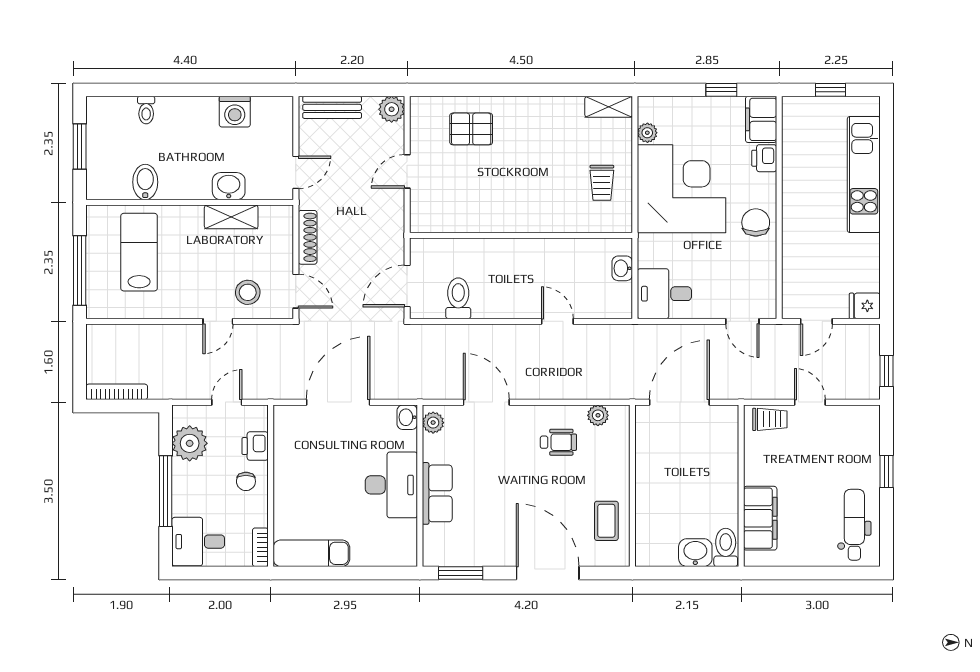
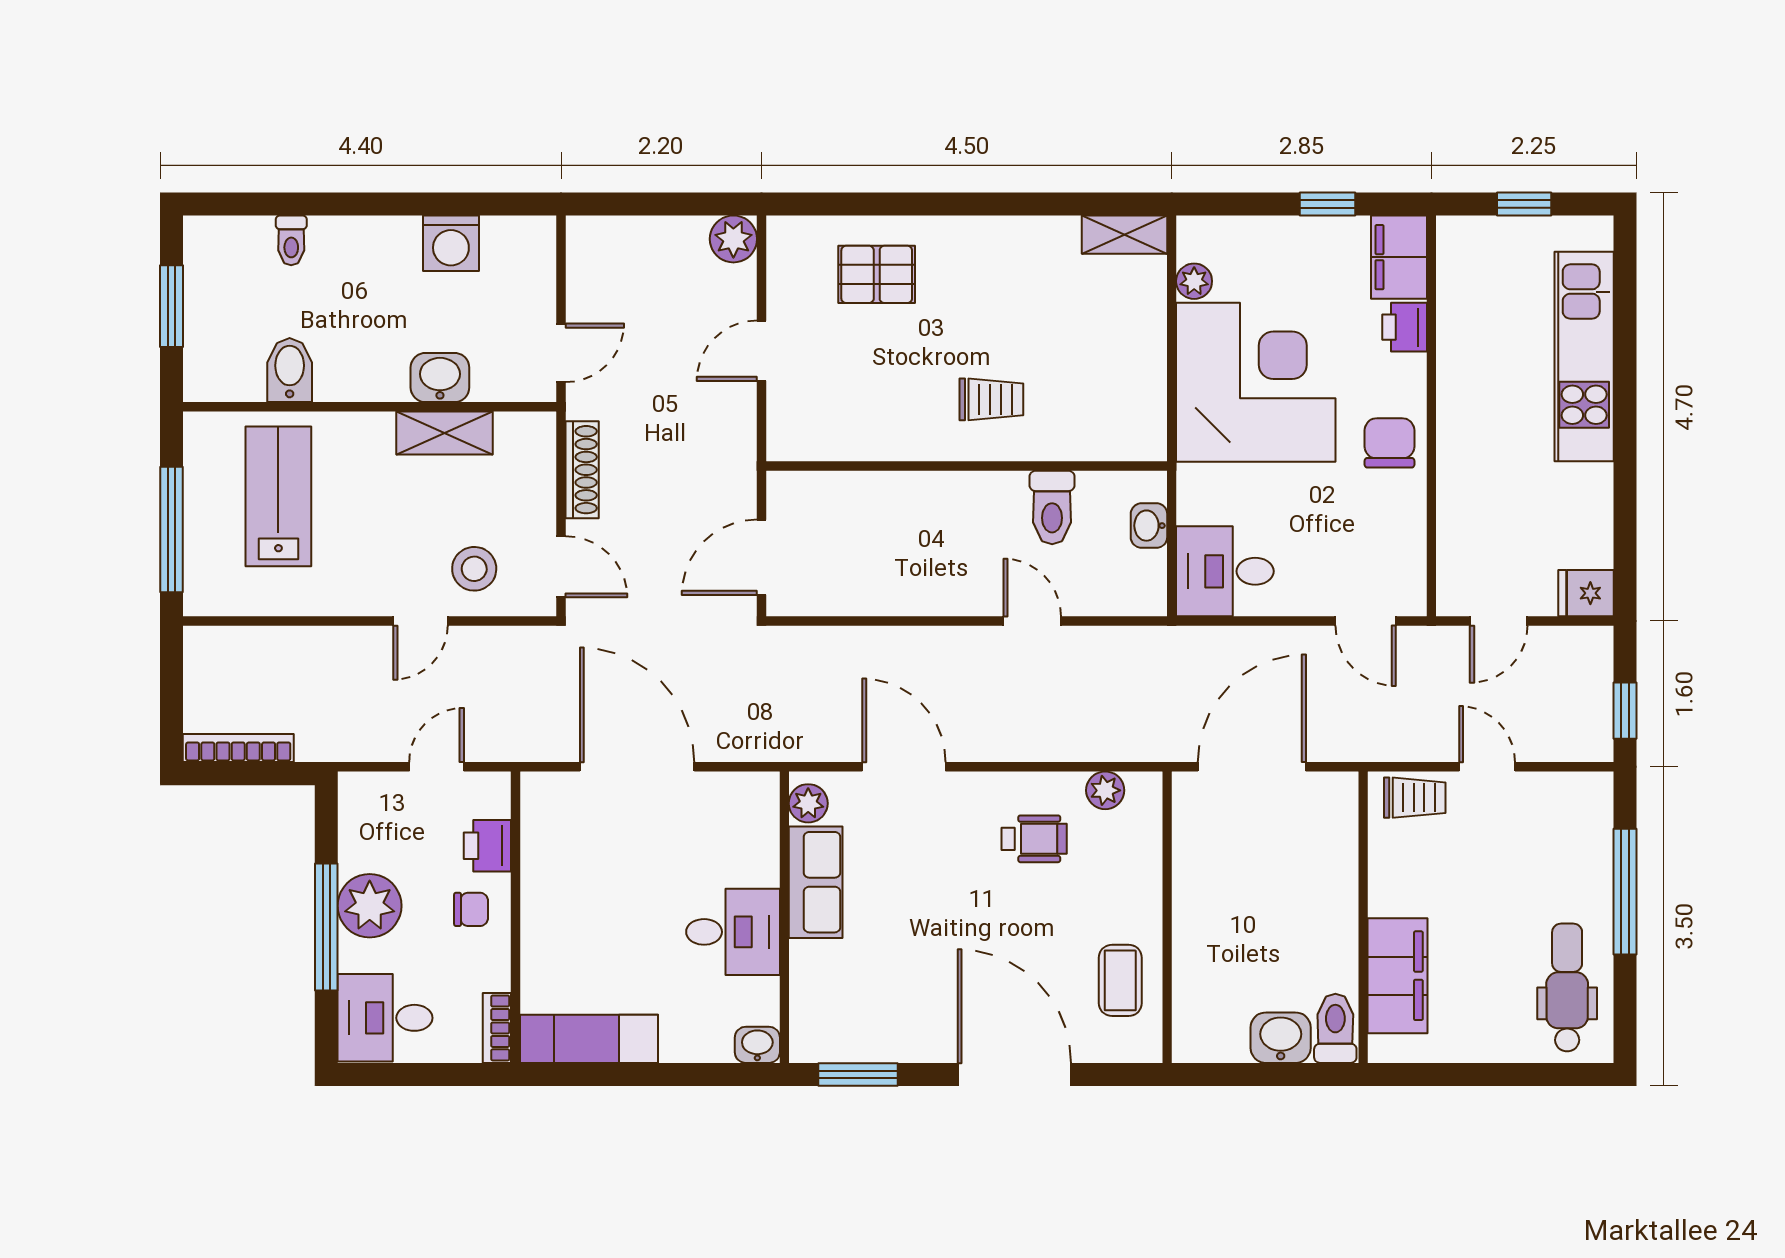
bench: (332, 107) -> (626, 236), removed
trolley: (602, 183) -> (991, 399), moved, turned -90
toilet: (458, 298) -> (1052, 507), moved, turned 180
door: (338, 402) -> (637, 767), hinge flipped
washbasin: (407, 417) -> (757, 1045), moved, turned 90
plant: (190, 443) -> (370, 906), moved
window: (887, 471) -> (1625, 892), width x2.17
chair: (246, 481) -> (471, 909), turned -90
desk: (391, 485) -> (733, 932), width x0.73
row of seats: (437, 493) -> (816, 882), moved

